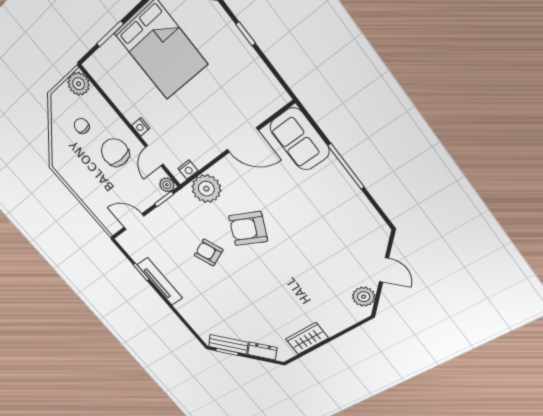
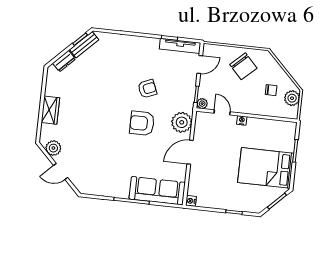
plant: (79, 84) -> (292, 98), moved
sofa: (300, 139) -> (157, 191), width x1.36
door: (243, 140) -> (190, 152), moved
chair: (115, 153) -> (243, 66), moved, turned 47
nightstand: (188, 170) -> (191, 201), moved
armchair: (248, 229) -> (142, 123), turned -116
tv unit: (160, 281) -> (180, 46), moved
wardrobe: (307, 339) -> (50, 110), moved

